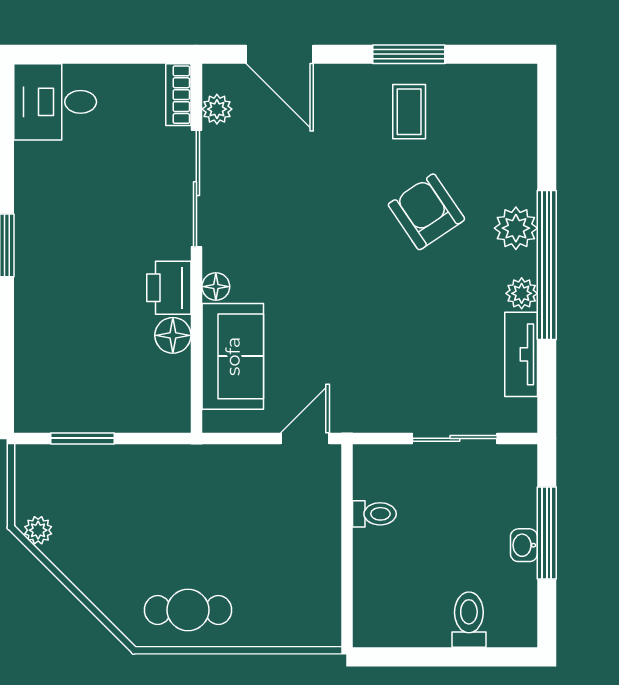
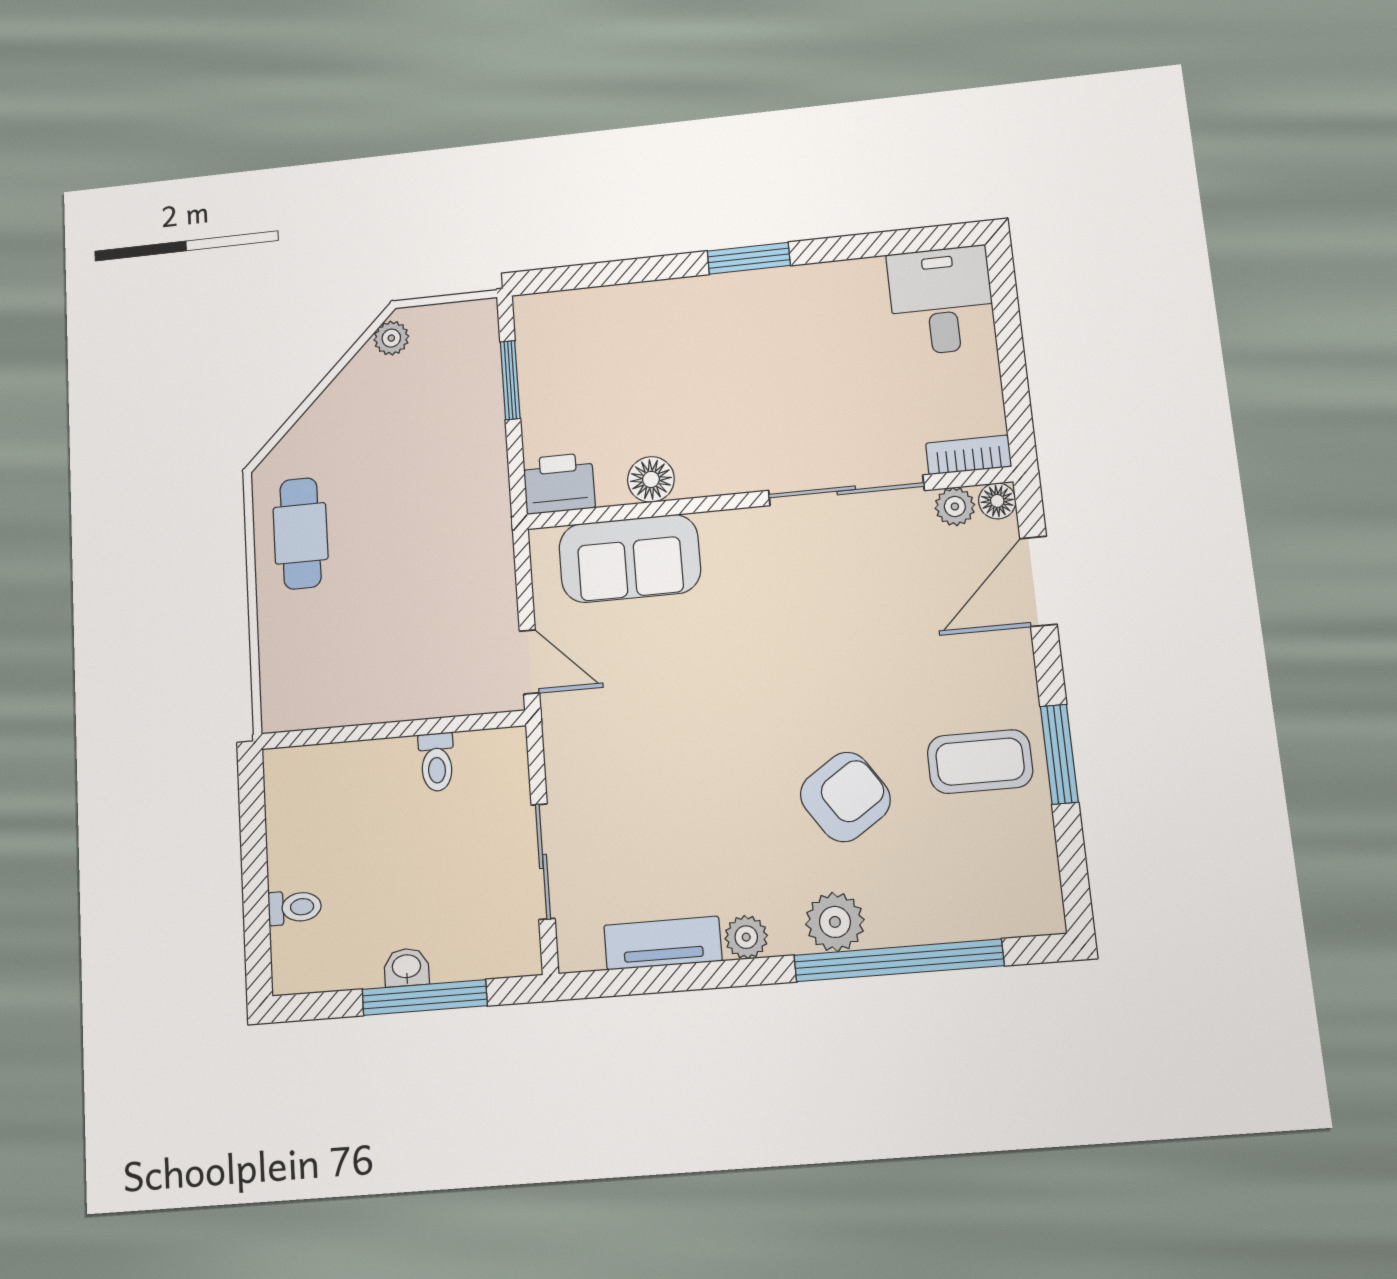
coffee table: (409, 112) -> (980, 762), width x1.36, depth x1.30
window: (547, 265) -> (899, 960), moved
floor lamp: (216, 287) -> (997, 501), moved
printer: (169, 288) -> (559, 483), moved
toilet: (469, 620) -> (295, 907), width x0.73, depth x0.72

